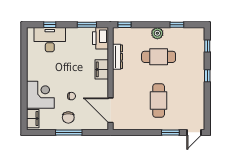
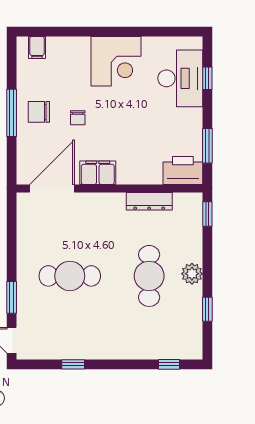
filing cabinet: (102, 69) -> (98, 173), moved
window: (207, 76) -> (73, 364), moved
corner desk: (40, 95) -> (116, 61), moved
filing cabinet: (33, 119) -> (37, 48), width x0.50

